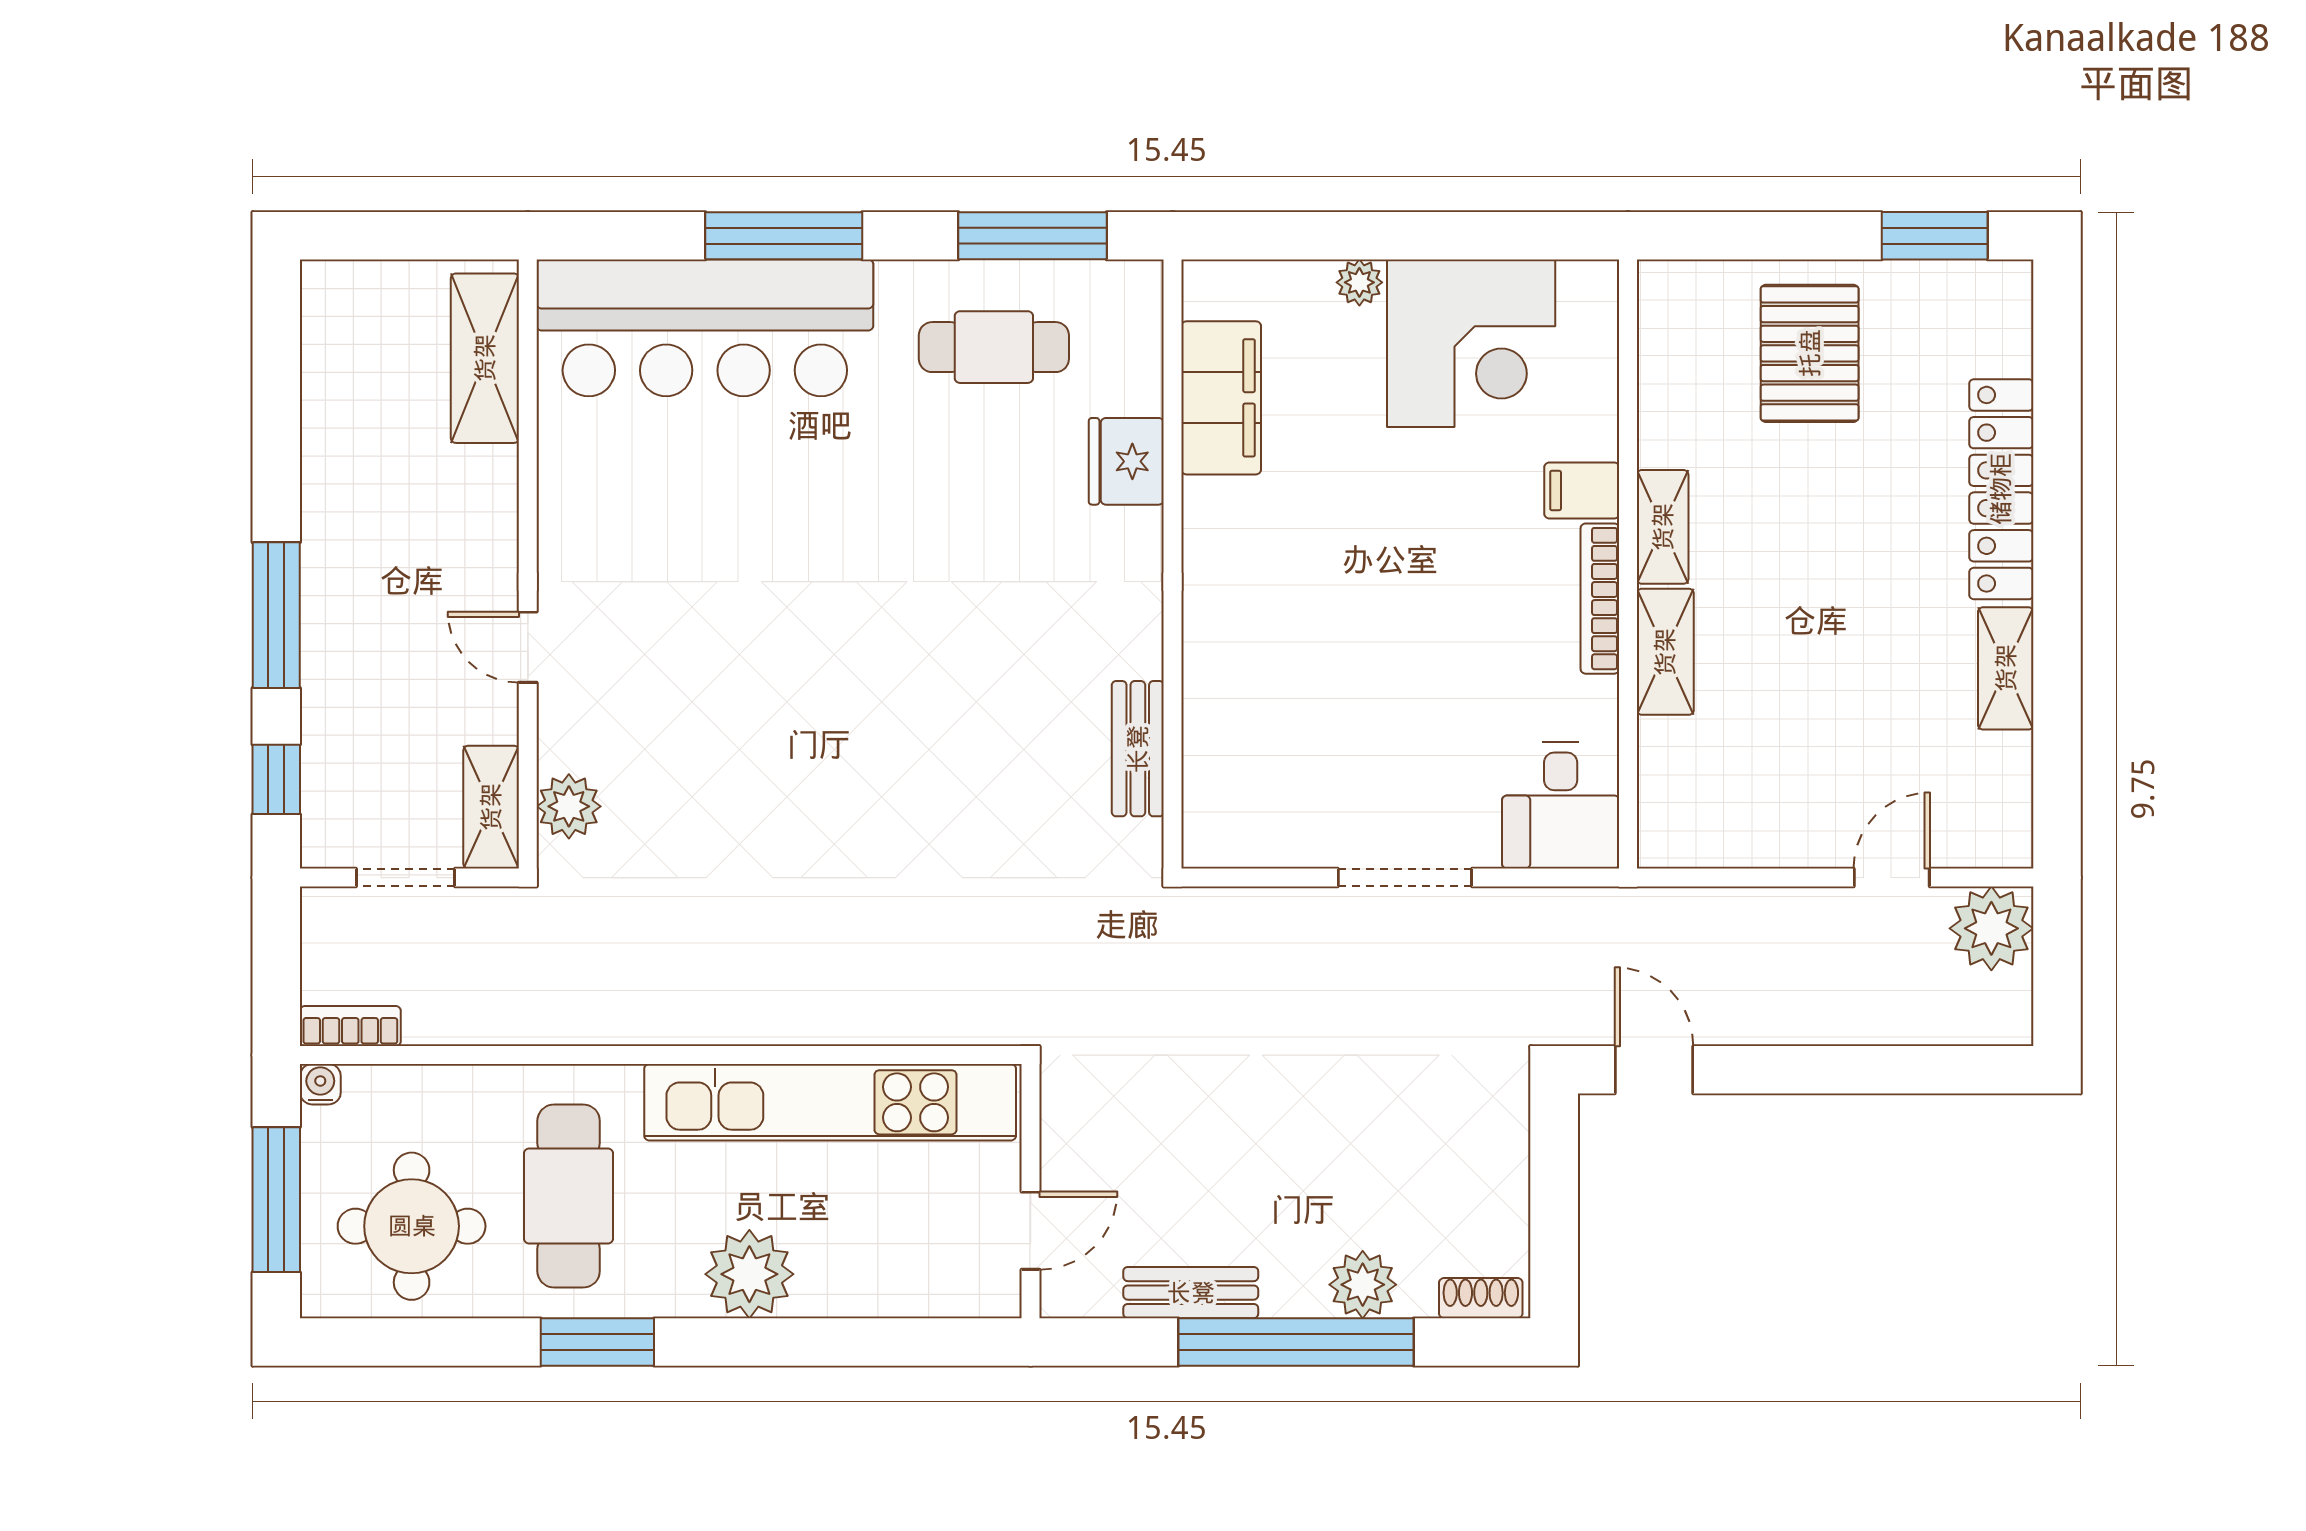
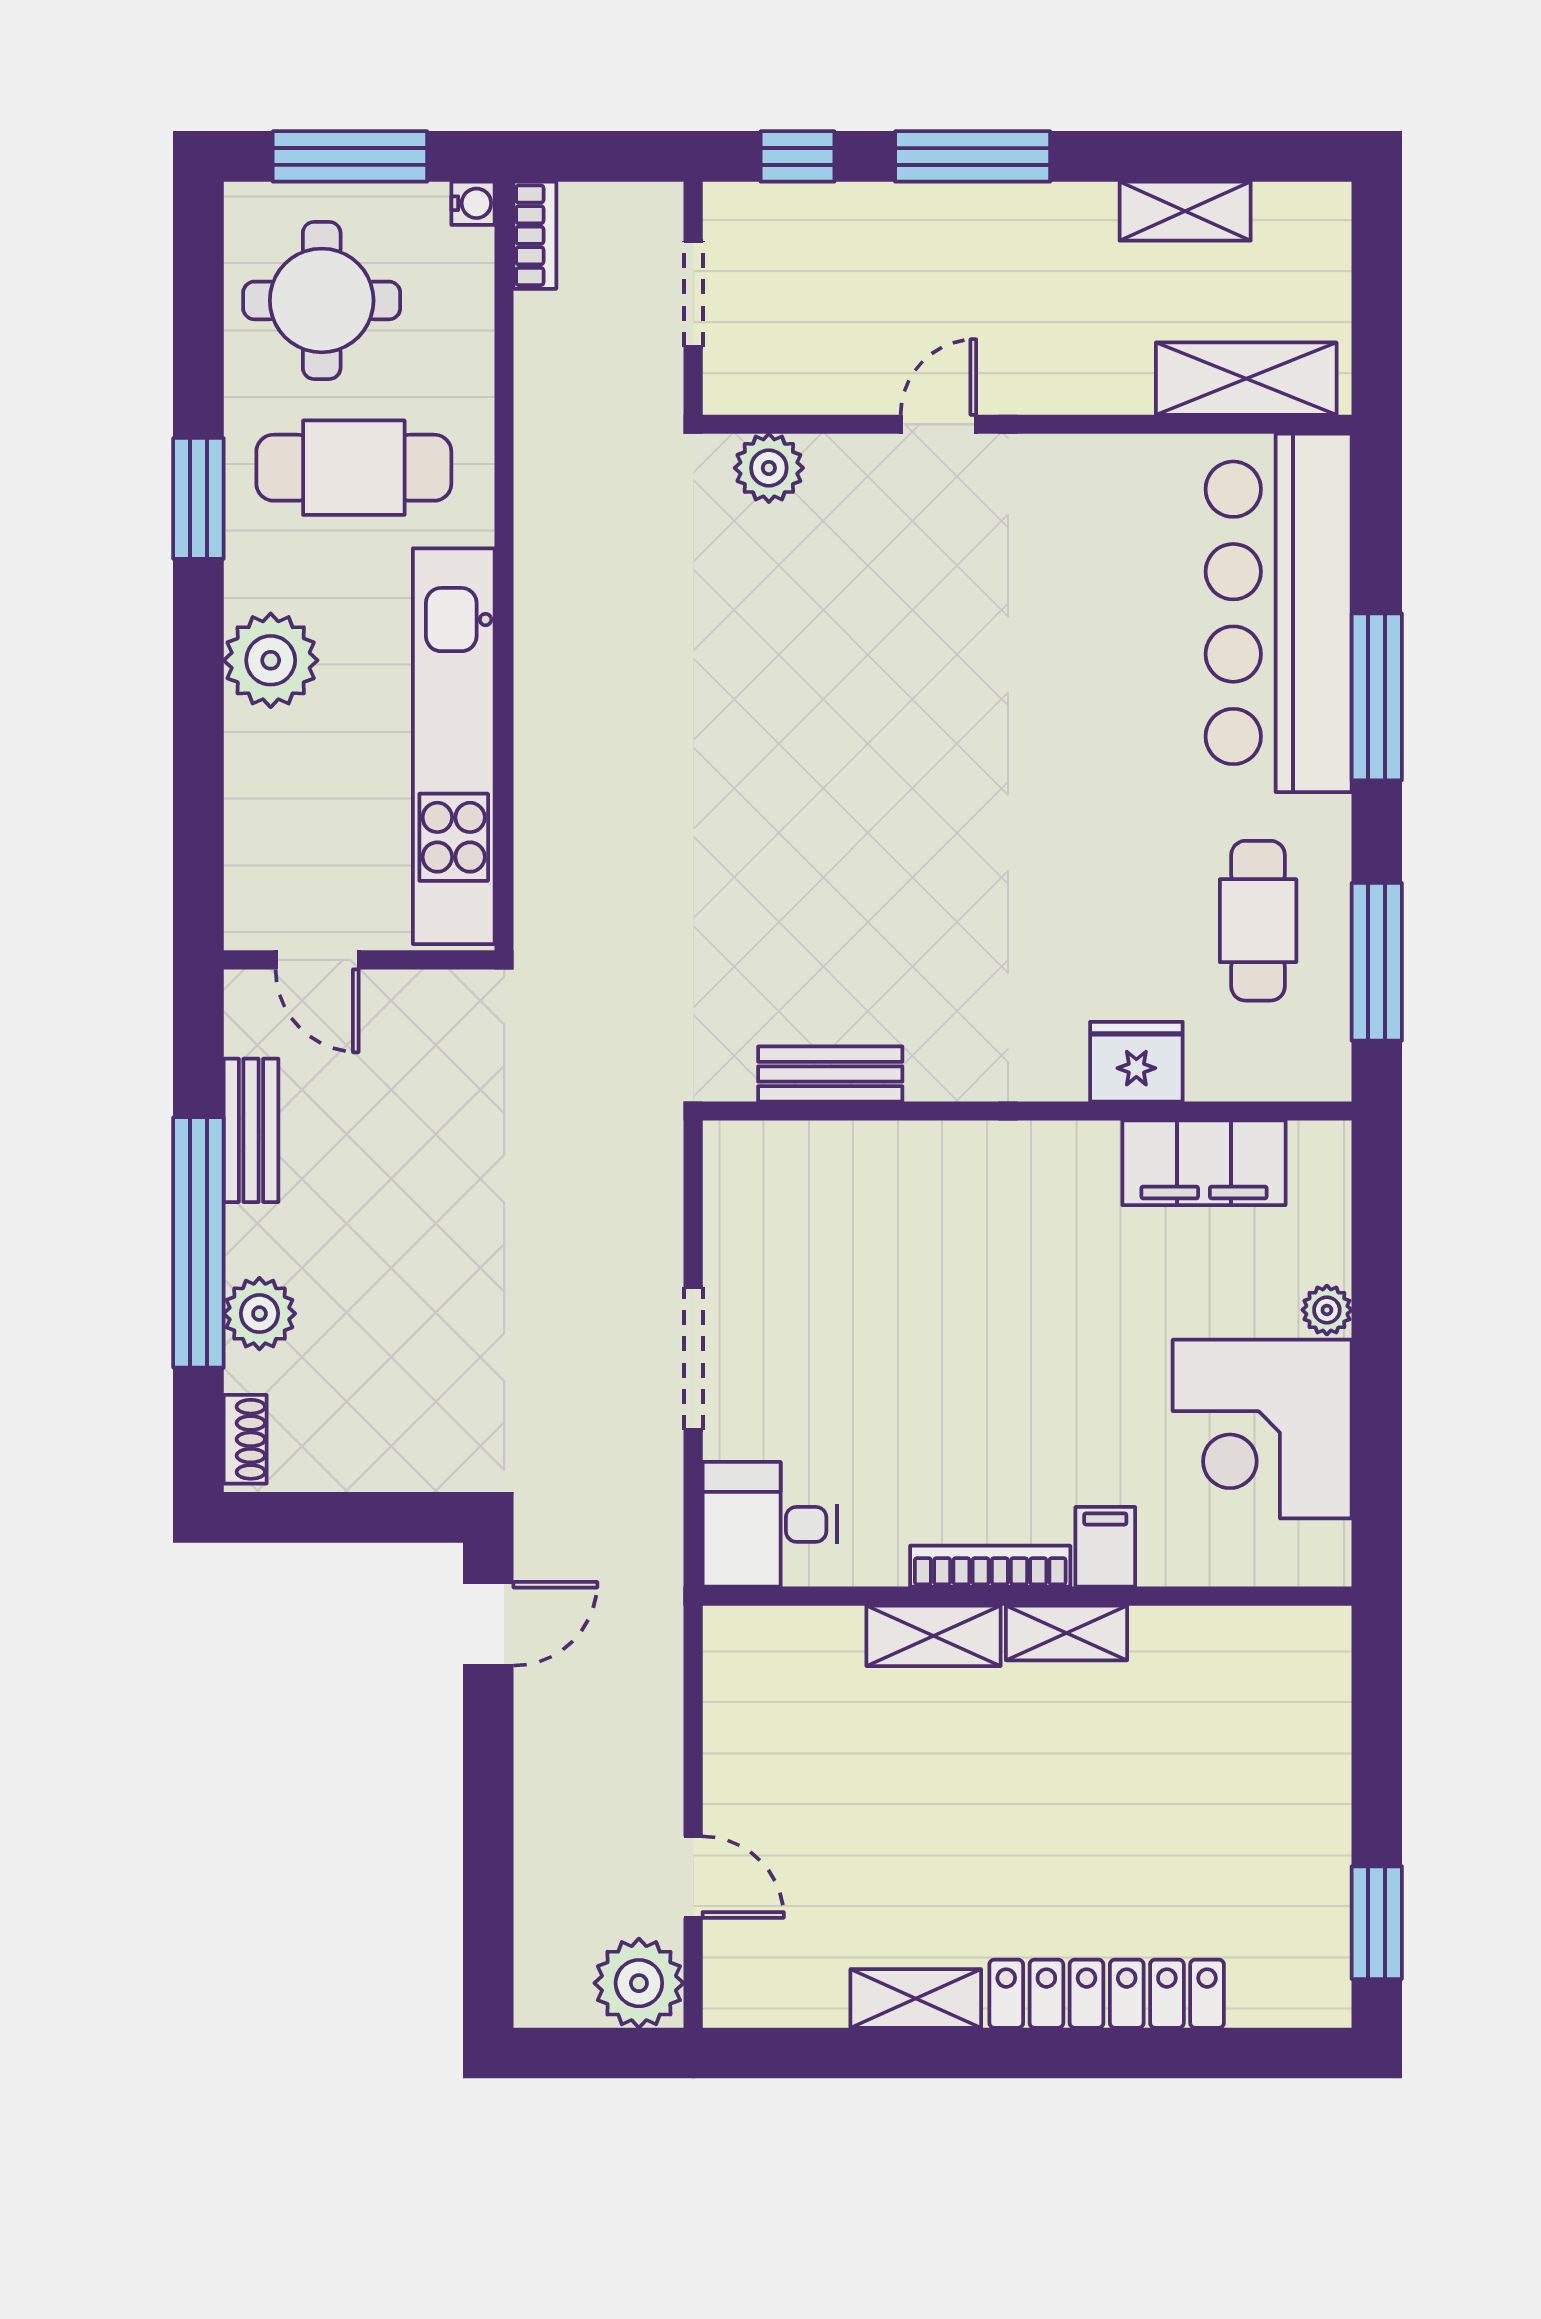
pallet: (1810, 353) -> (1251, 1789), removed
shelving: (491, 807) -> (1185, 211), moved

